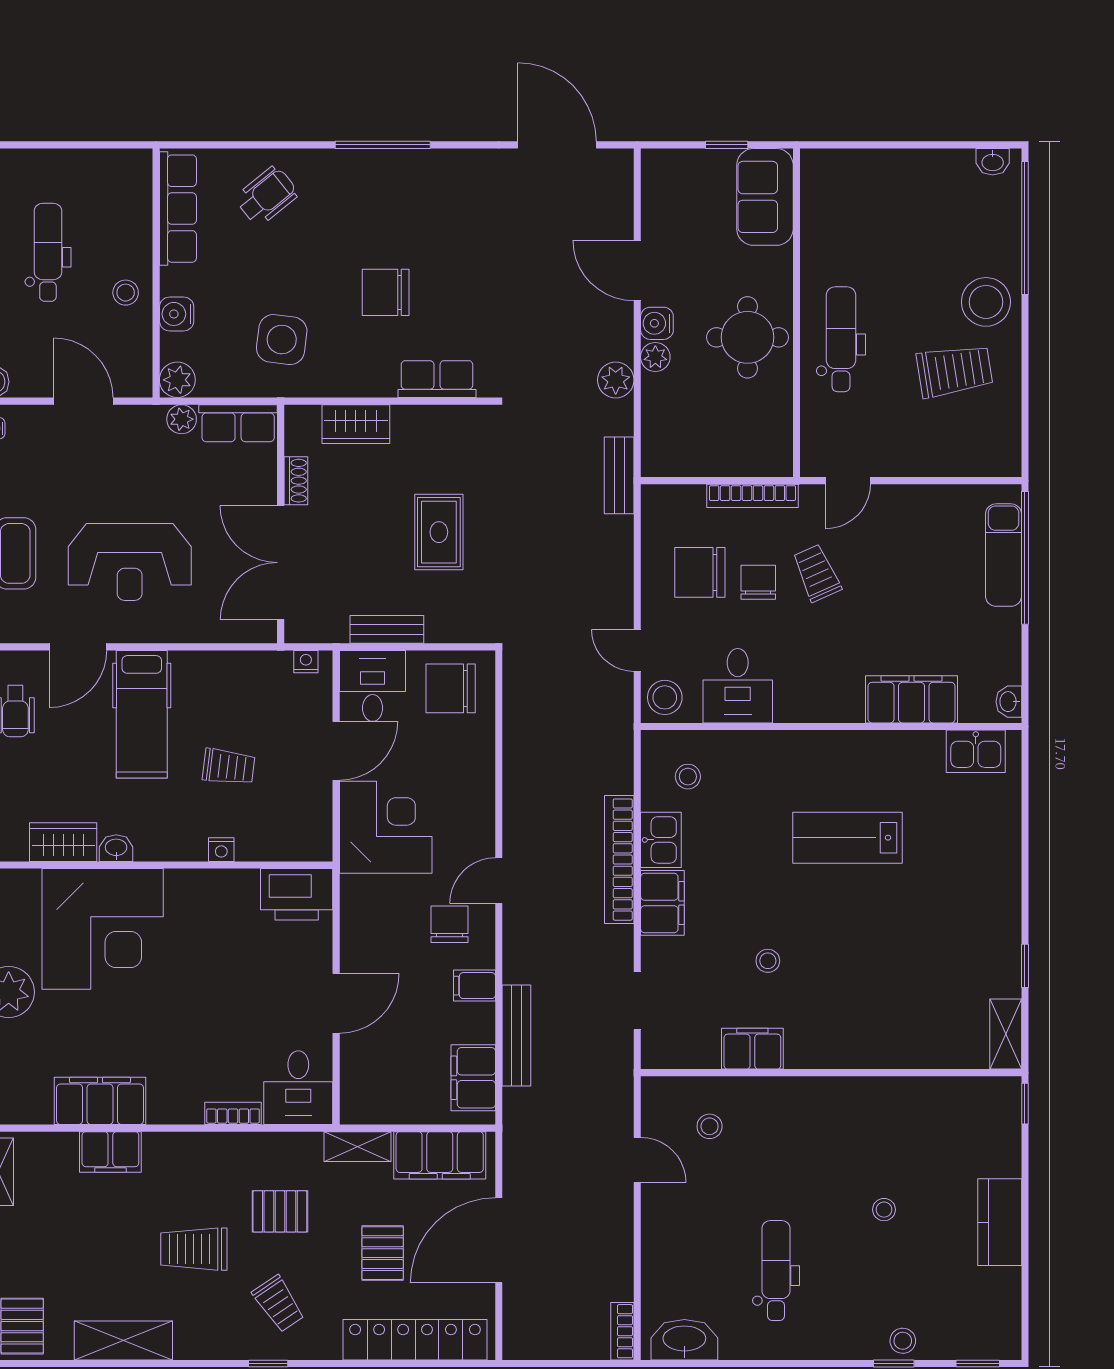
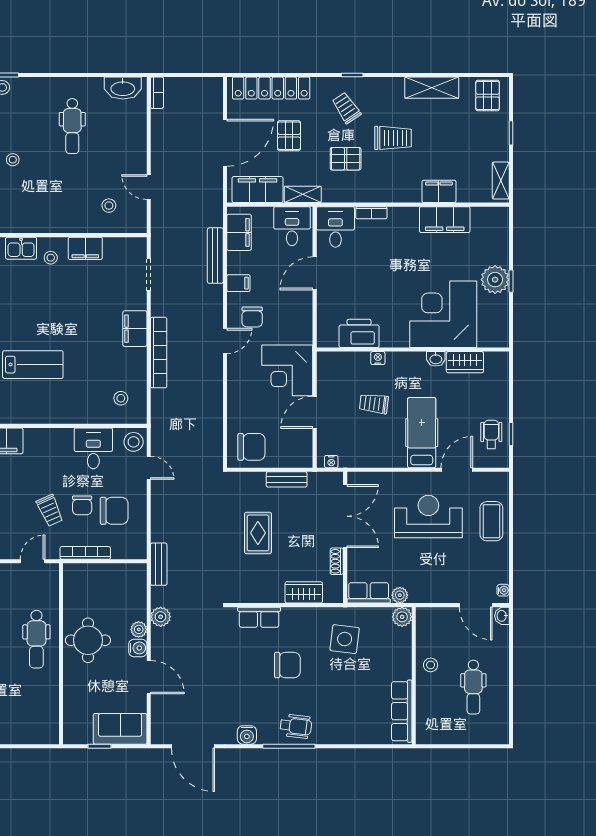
wheelchair: (267, 196) -> (296, 726), moved, turned -134
sofa: (765, 197) -> (120, 729), moved, turned -90
water cooler: (177, 314) -> (247, 735), moved, turned 90
door: (83, 401) -> (476, 605), moved
desk: (373, 686) -> (292, 226), moved, turned 180
kitchen sink: (661, 840) -> (21, 248), moved, turned -90
printer: (297, 894) -> (359, 333), moved
stool: (768, 961) -> (51, 258), moved

